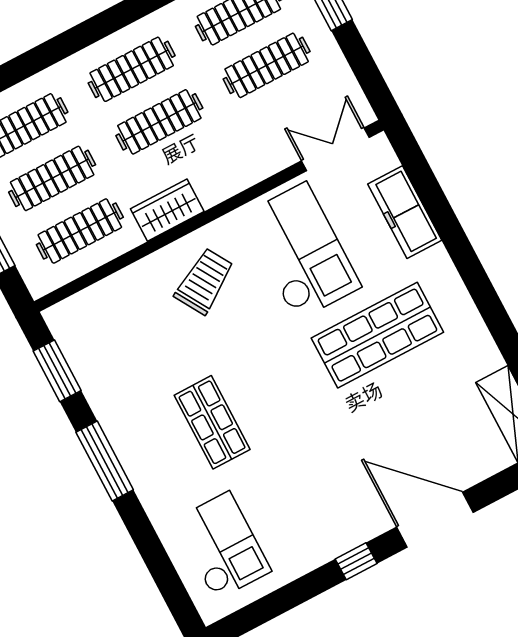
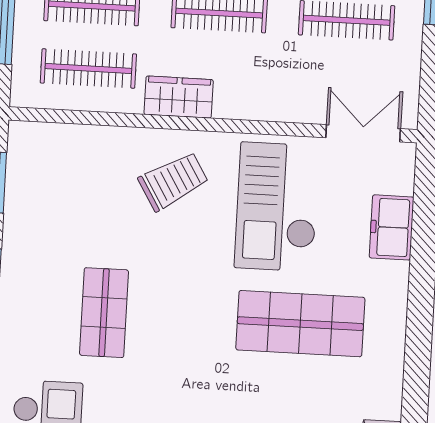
freezer: (405, 212) -> (392, 227), width x0.71
checkout: (301, 251) -> (277, 207), turned 180

